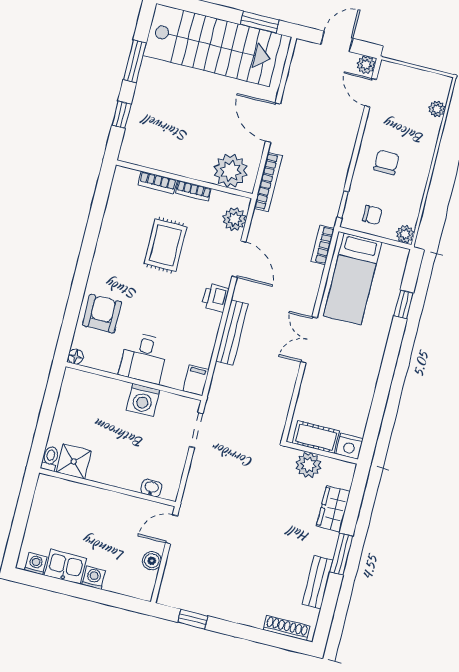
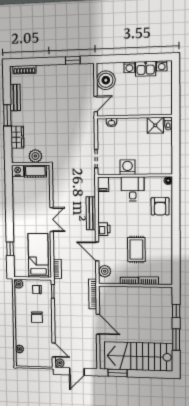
plant: (230, 171) -> (113, 295), removed
boiler: (152, 561) -> (106, 80), width x1.86, depth x1.86

